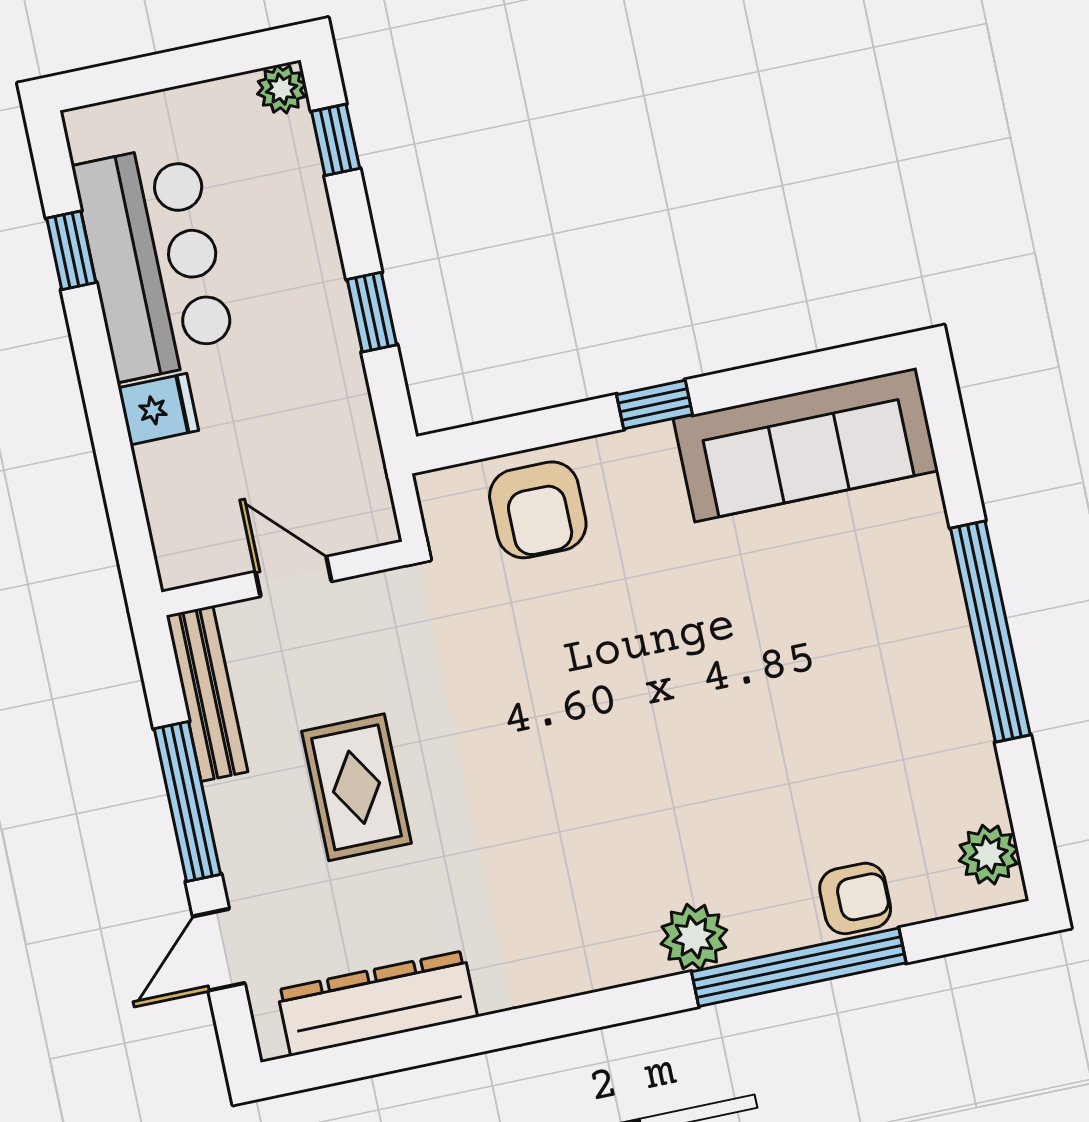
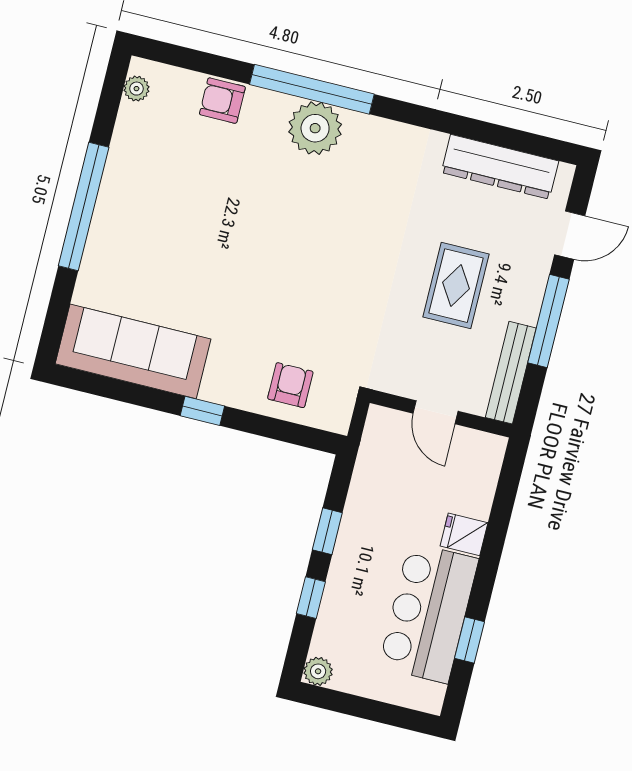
window: (336, 140) -> (311, 598), moved
armchair: (538, 510) -> (290, 385), width x0.72, depth x0.72
plant: (989, 855) -> (136, 89), width x0.73, depth x0.73
plant: (694, 937) -> (315, 128), width x1.36, depth x1.36
window: (799, 967) -> (312, 89), moved

